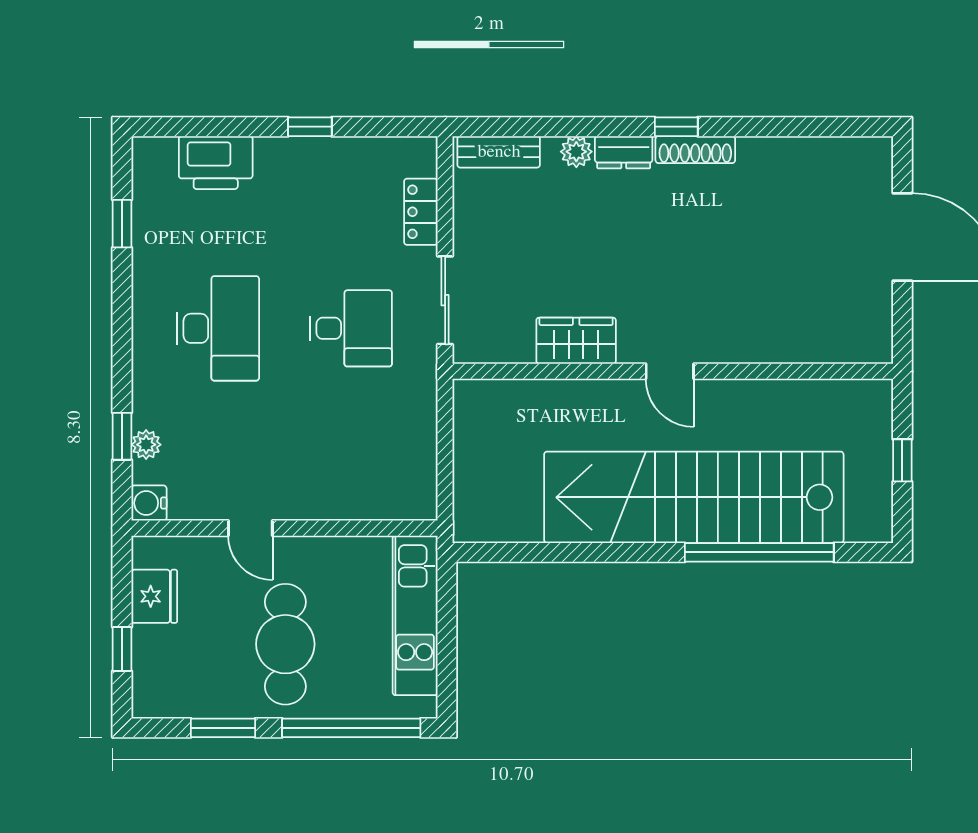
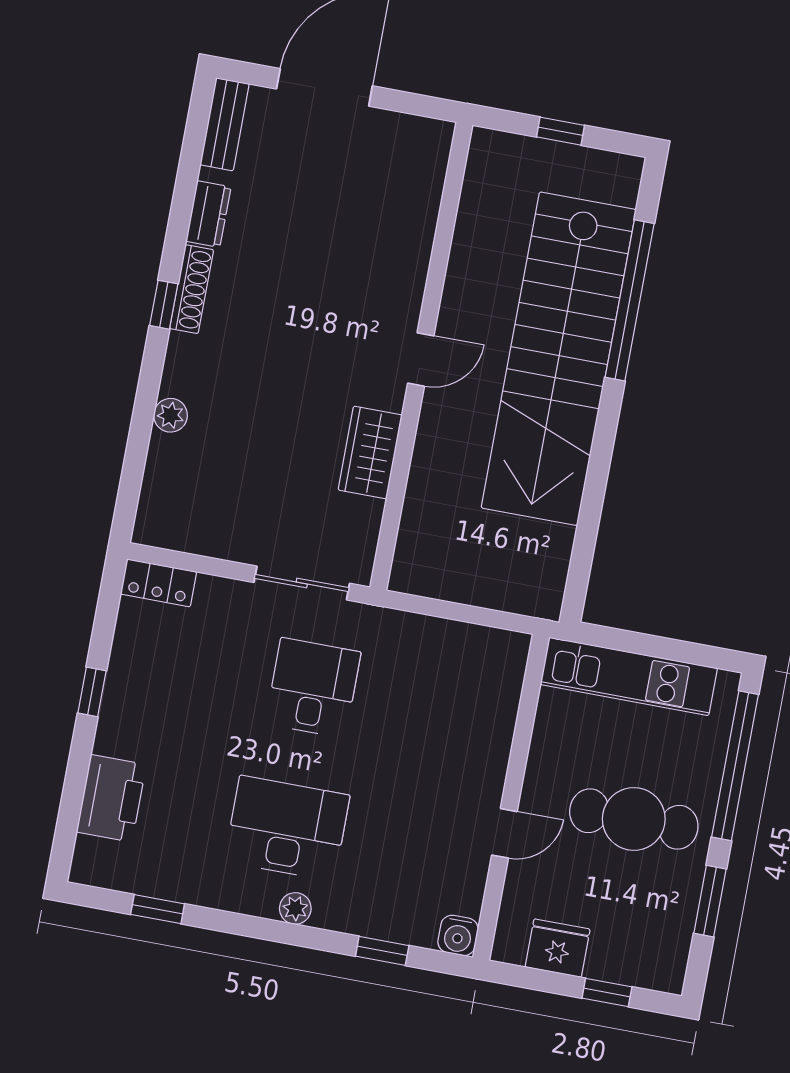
bench: (499, 152) -> (225, 124), moved
dresser: (624, 152) -> (208, 214), moved
locker: (421, 212) -> (159, 583), moved
plant: (146, 445) -> (295, 908), moved

